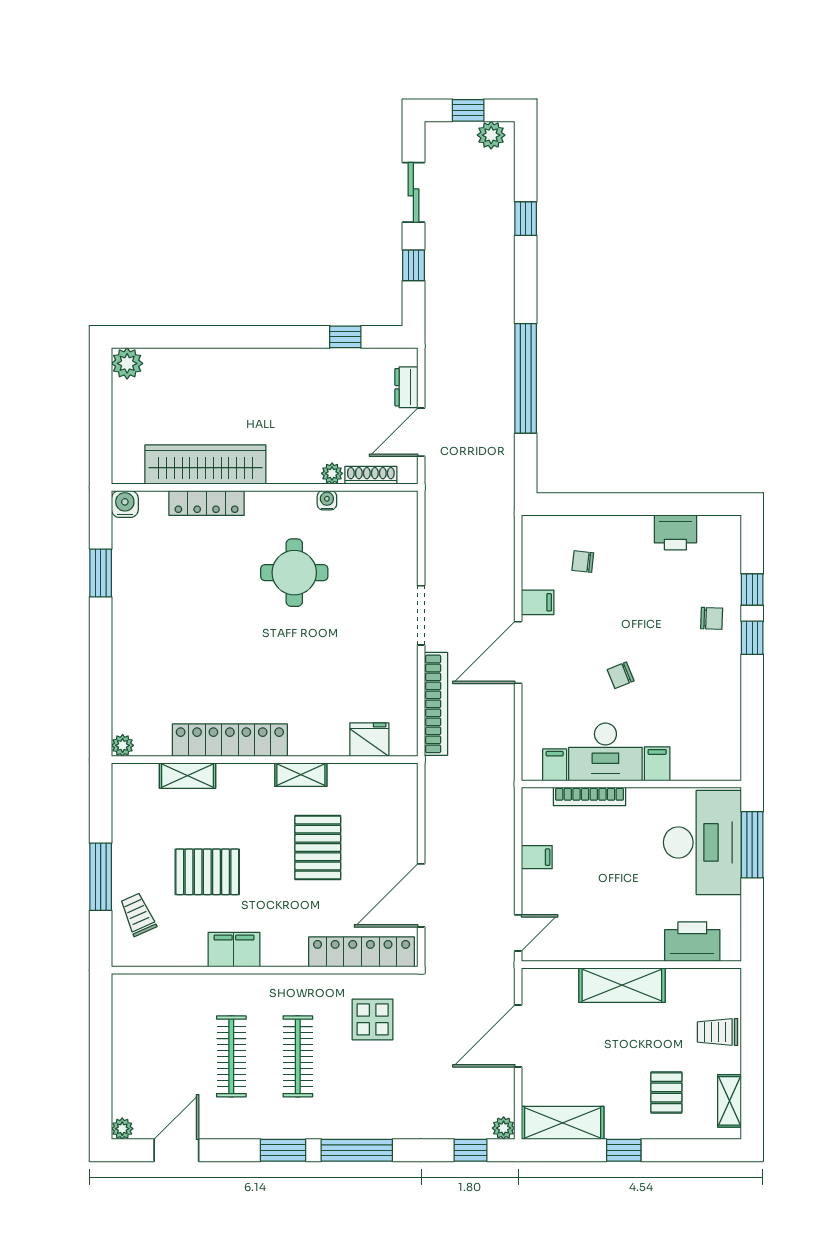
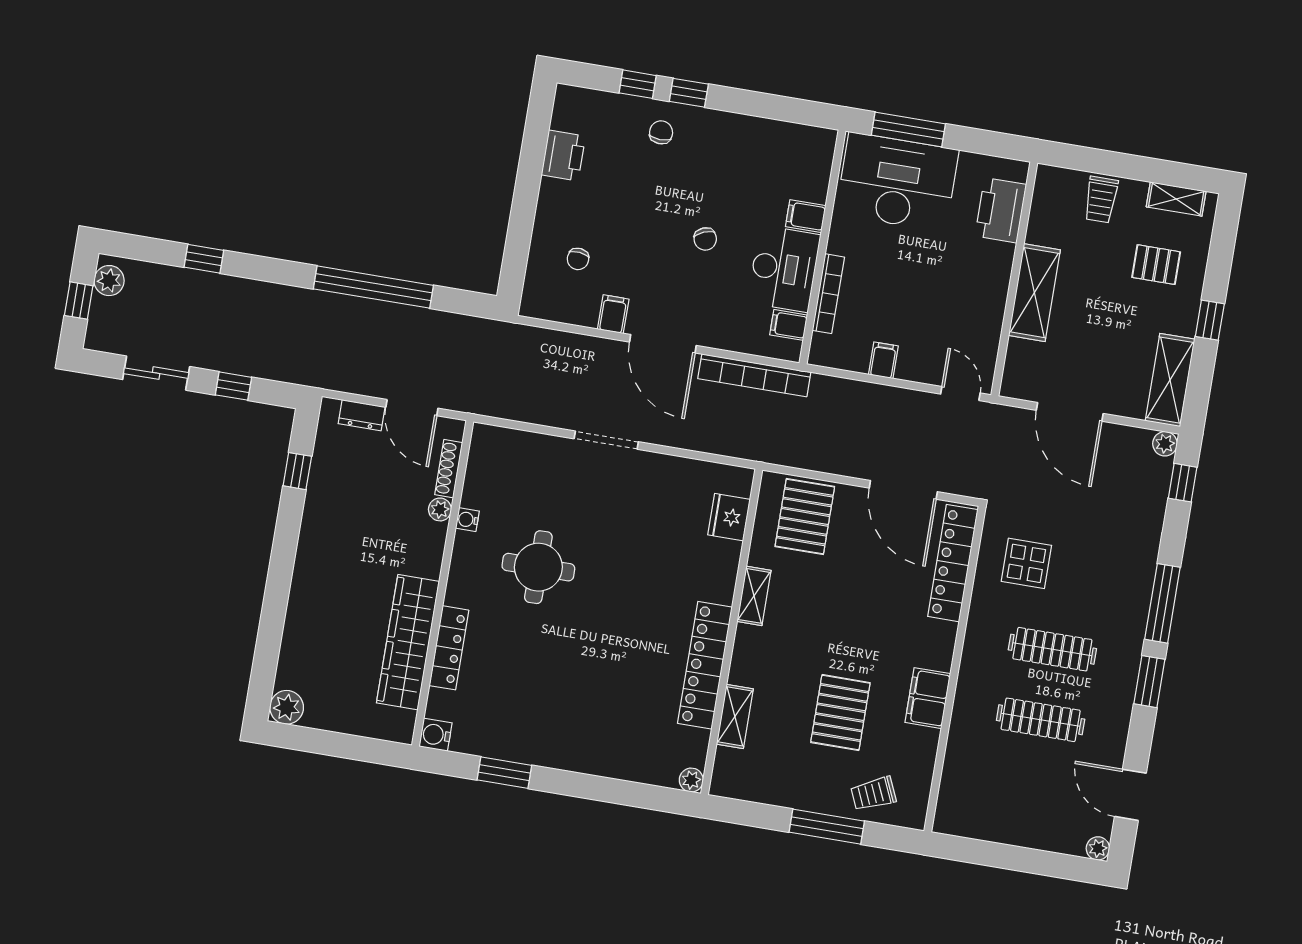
bookcase: (436, 704) -> (754, 375), moved, turned 180
pallet: (318, 848) -> (805, 517), moved, turned 90

